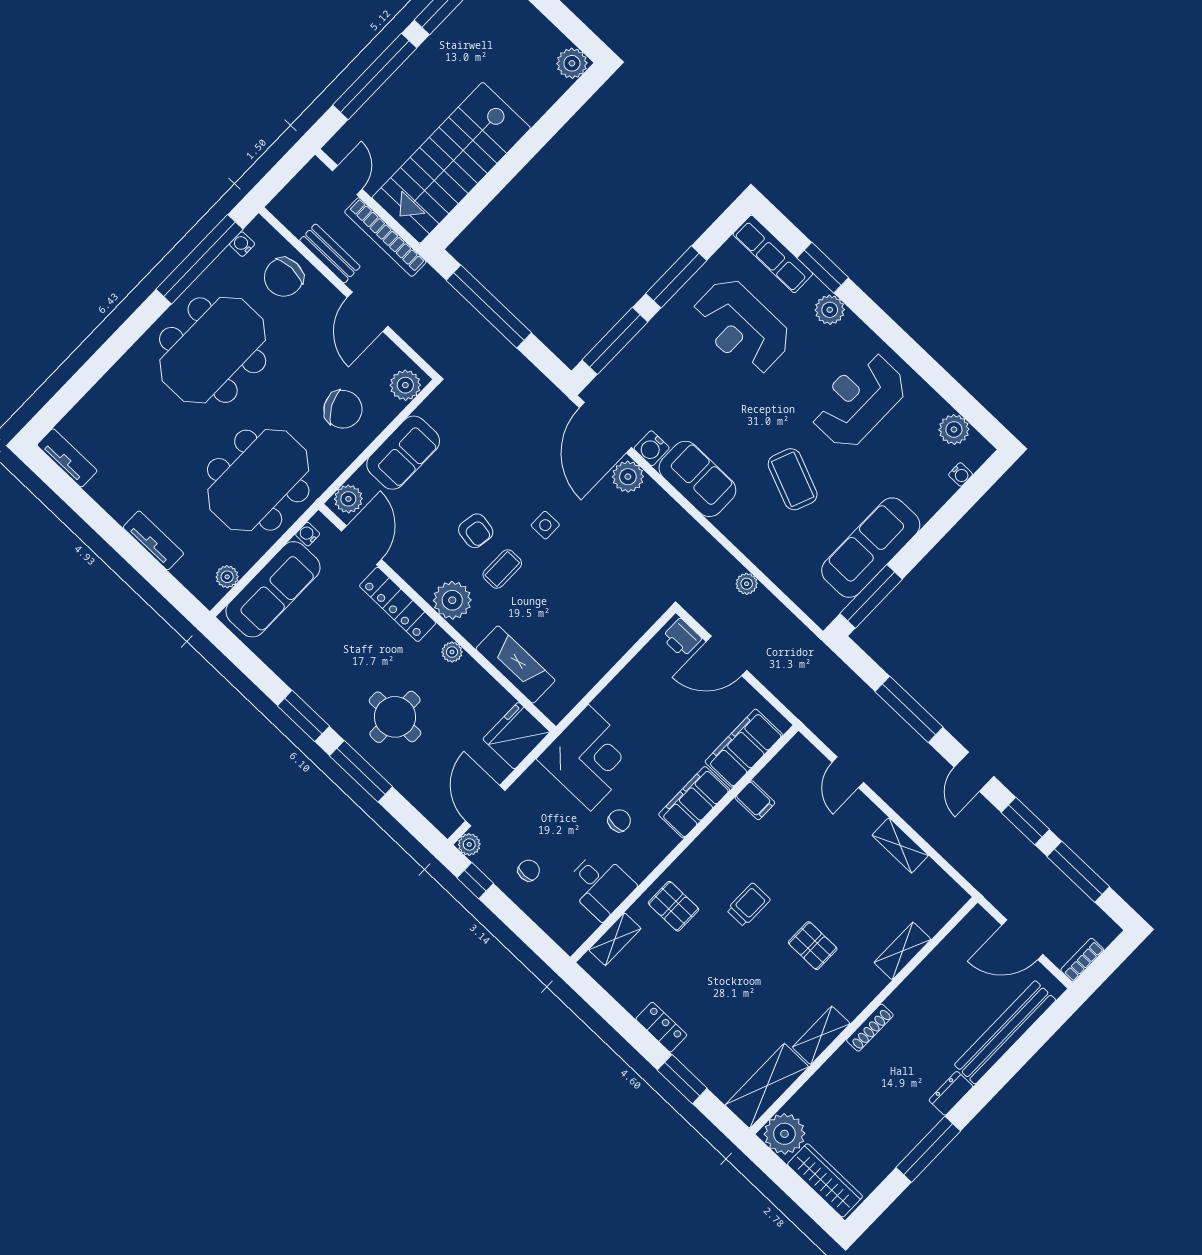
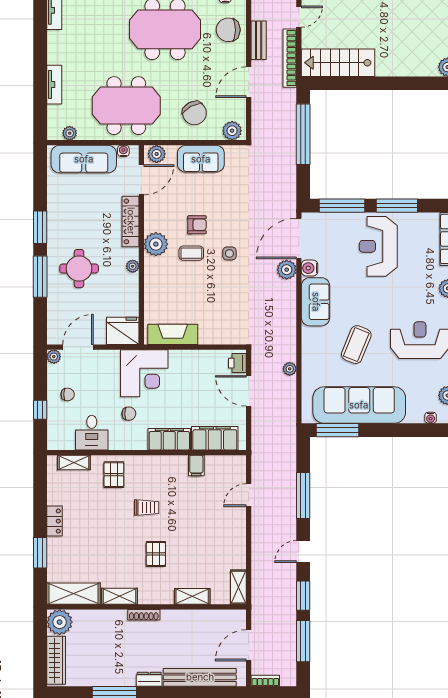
stairs: (451, 163) -> (338, 63), width x0.73, depth x0.66
reception desk: (741, 327) -> (378, 246), moved
armchair: (476, 531) -> (197, 225), turned -99
sofa: (871, 548) -> (359, 405), width x1.36, depth x1.27
fireplace: (515, 665) -> (173, 334), moved, turned -90
shelving: (900, 845) -> (238, 587), moved
window: (475, 881) -> (40, 410), moved
door: (1022, 940) -> (249, 645), hinge flipped

